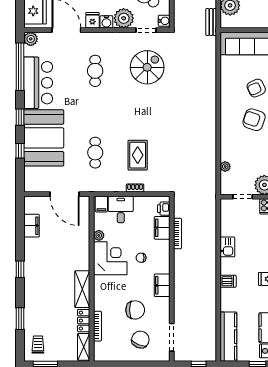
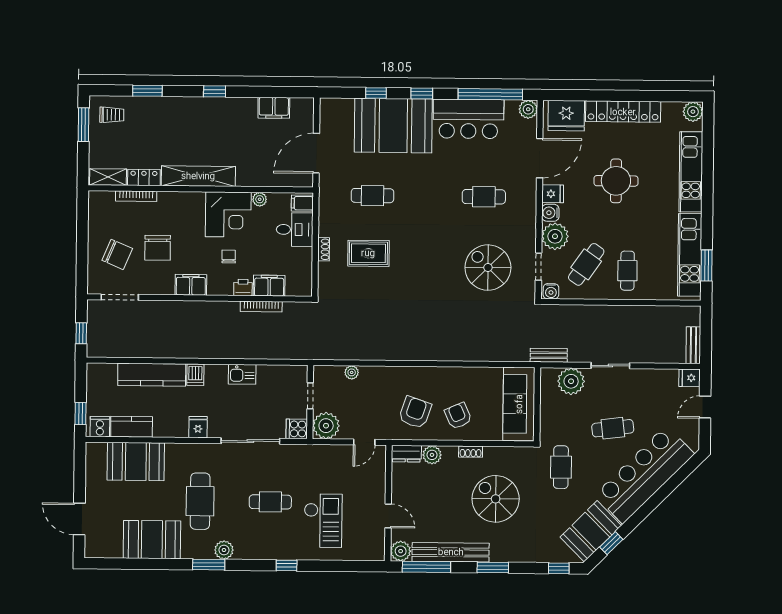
spiral stairs: (147, 67) -> (488, 268), turned 180
printer: (164, 209) -> (243, 288), moved
shelving: (82, 289) -> (198, 176), width x1.47
kitchen counter: (228, 337) -> (152, 375), moved

